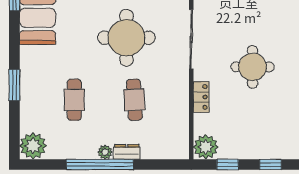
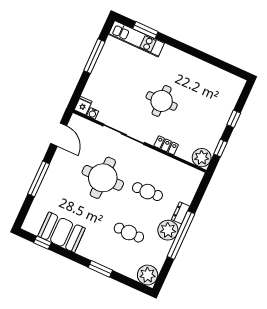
plant: (105, 152) -> (168, 230), width x1.87, depth x1.87

